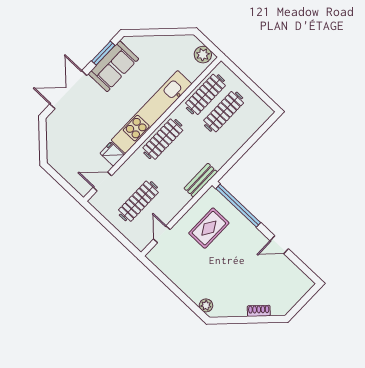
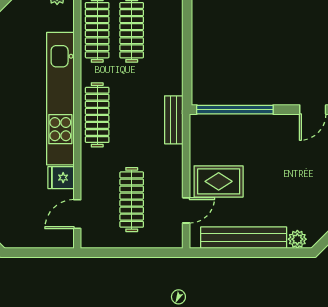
rug: (209, 228) -> (219, 181), moved, turned 90
door: (162, 234) -> (186, 210), swing flipped
bench: (178, 278) -> (244, 238), added

